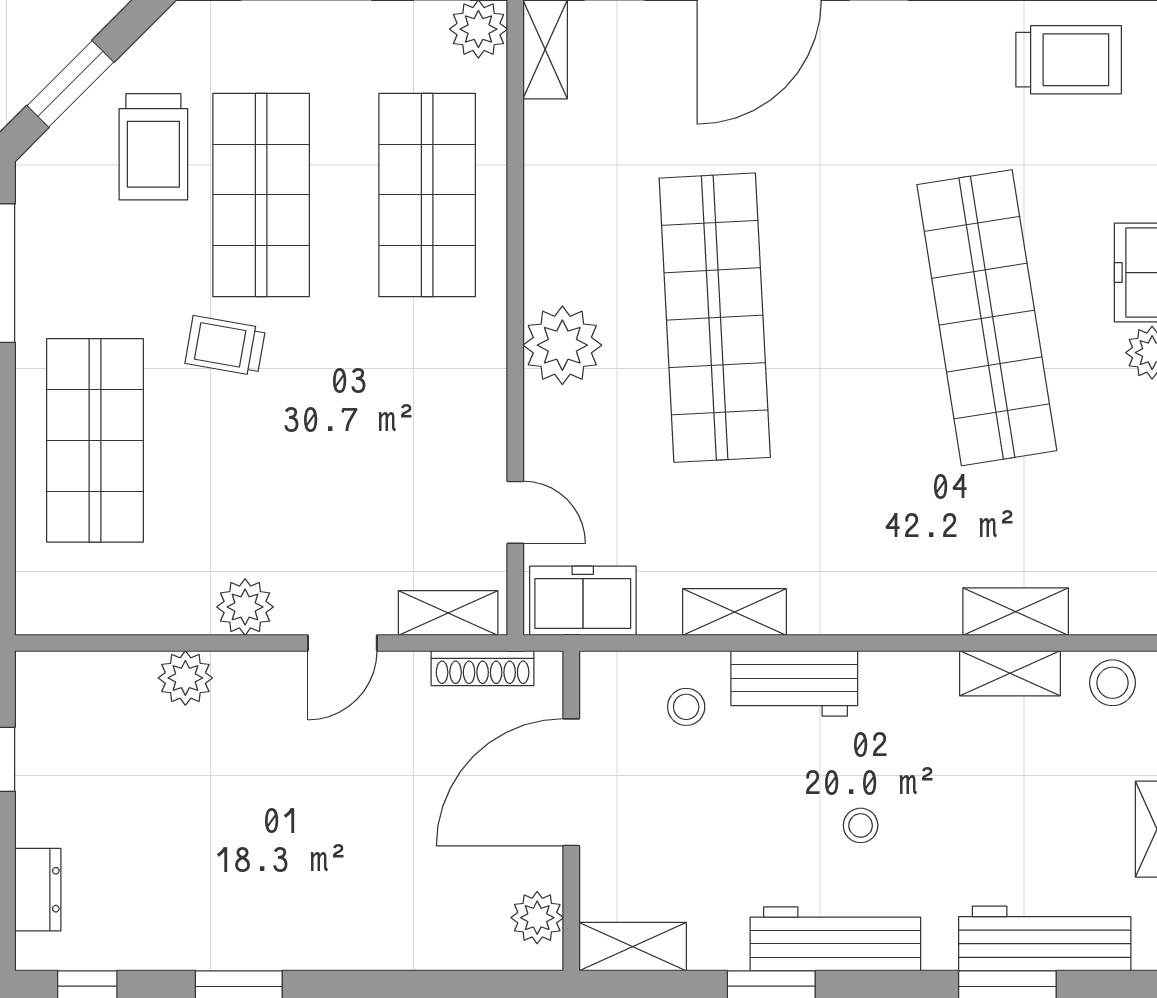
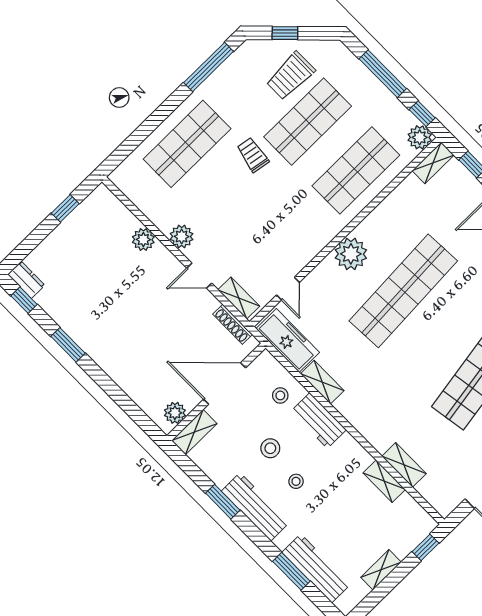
window: (70, 84) -> (285, 33), width x0.67
freezer: (583, 601) -> (288, 340), width x1.40
stool: (1112, 683) -> (270, 448), moved
dresser: (38, 890) -> (26, 280), moved, turned -90
shelving: (633, 947) -> (194, 432), moved, turned 90

